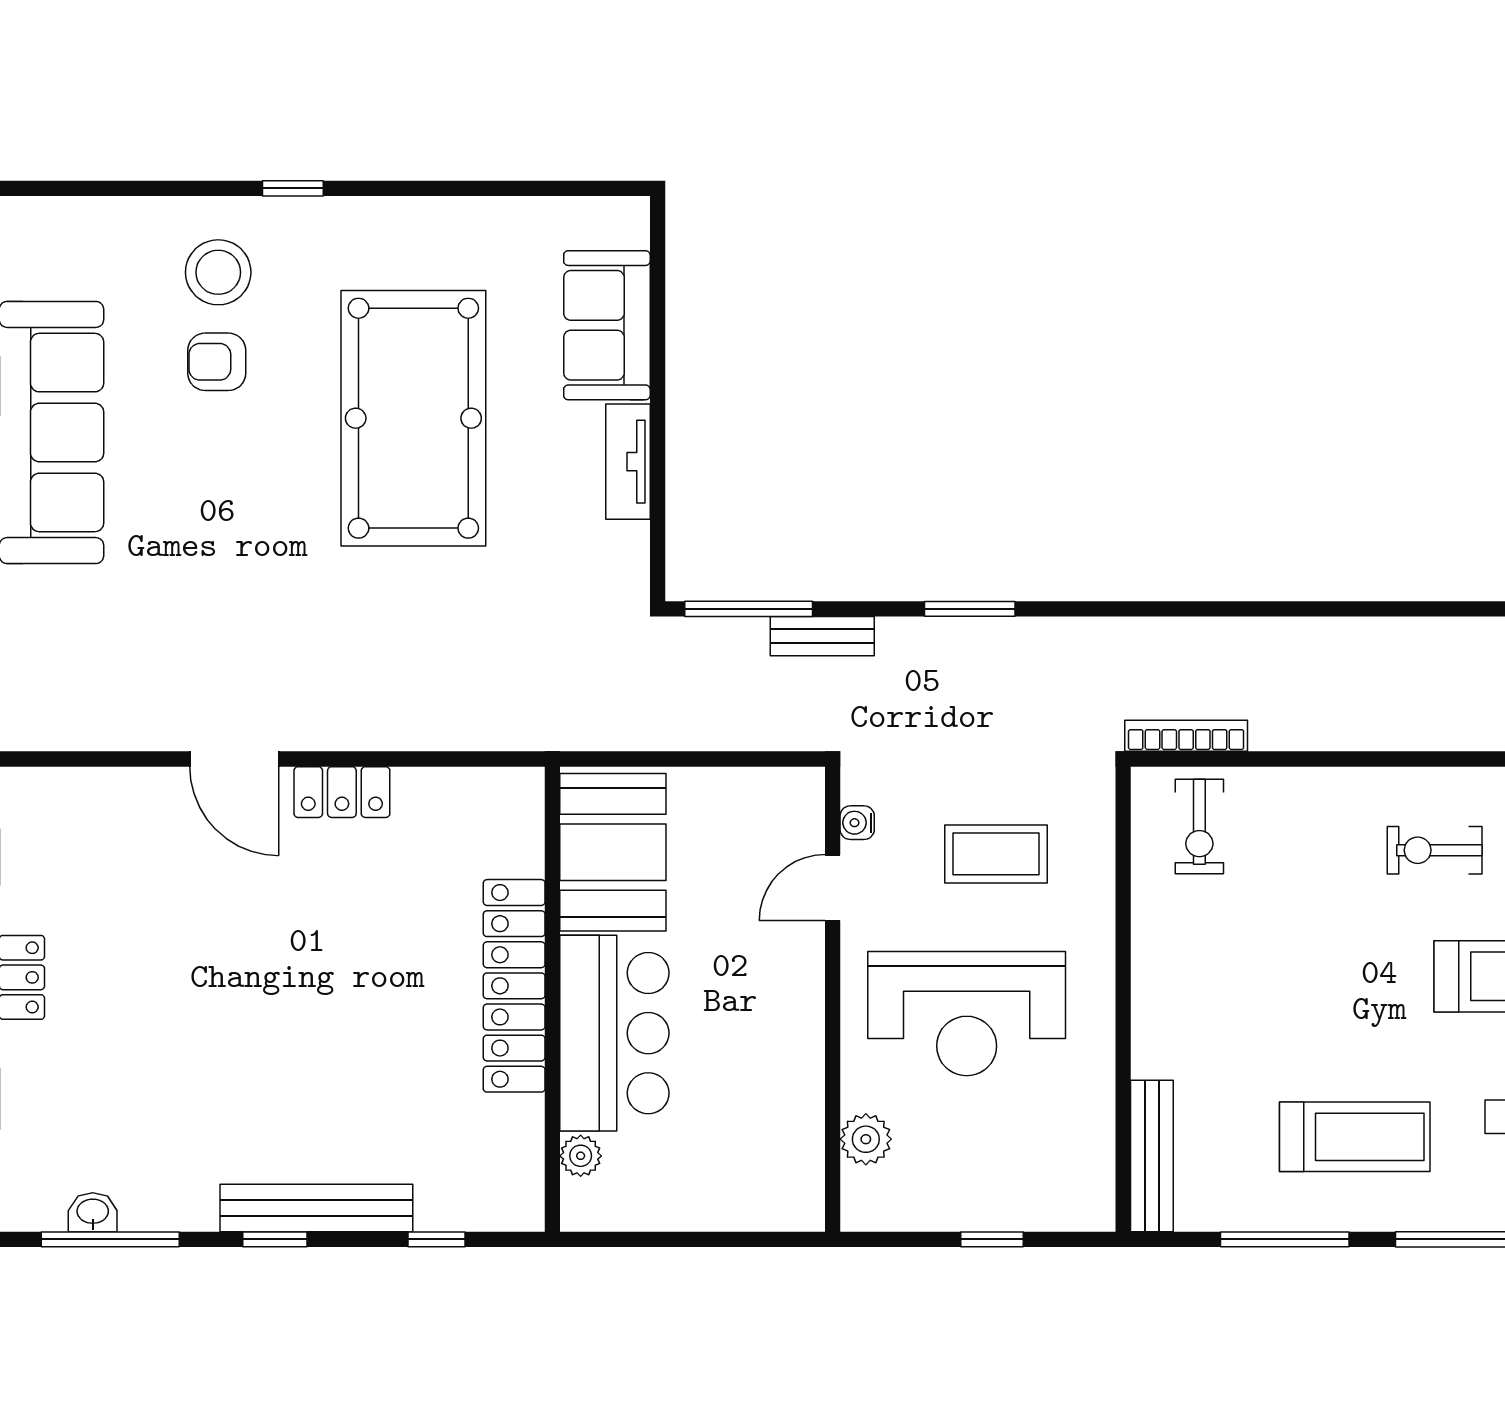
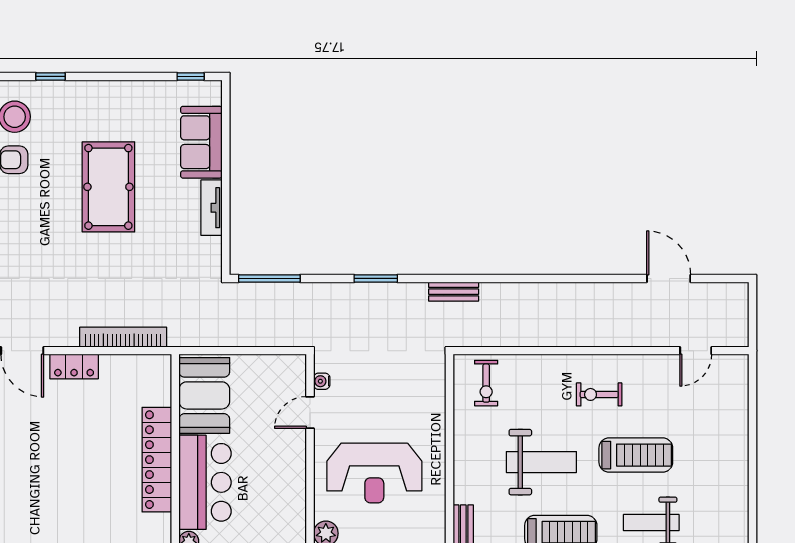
window: (584, 188) -> (191, 76), added
pool table: (413, 418) -> (108, 187), width x0.73, depth x0.76
bench: (822, 636) -> (454, 292), moved
bookcase: (1186, 736) -> (123, 337), moved, width x1.48, depth x1.31
coffee table: (996, 854) -> (388, 396), removed
weight bench: (1314, 991) -> (541, 462), added

